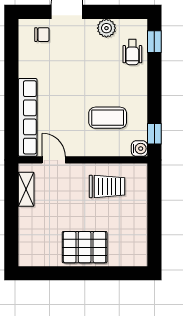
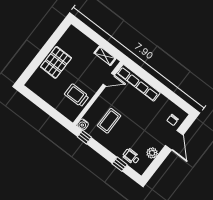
window: (154, 42) -> (120, 164), moved
trolley: (107, 186) -> (77, 95), turned 90

